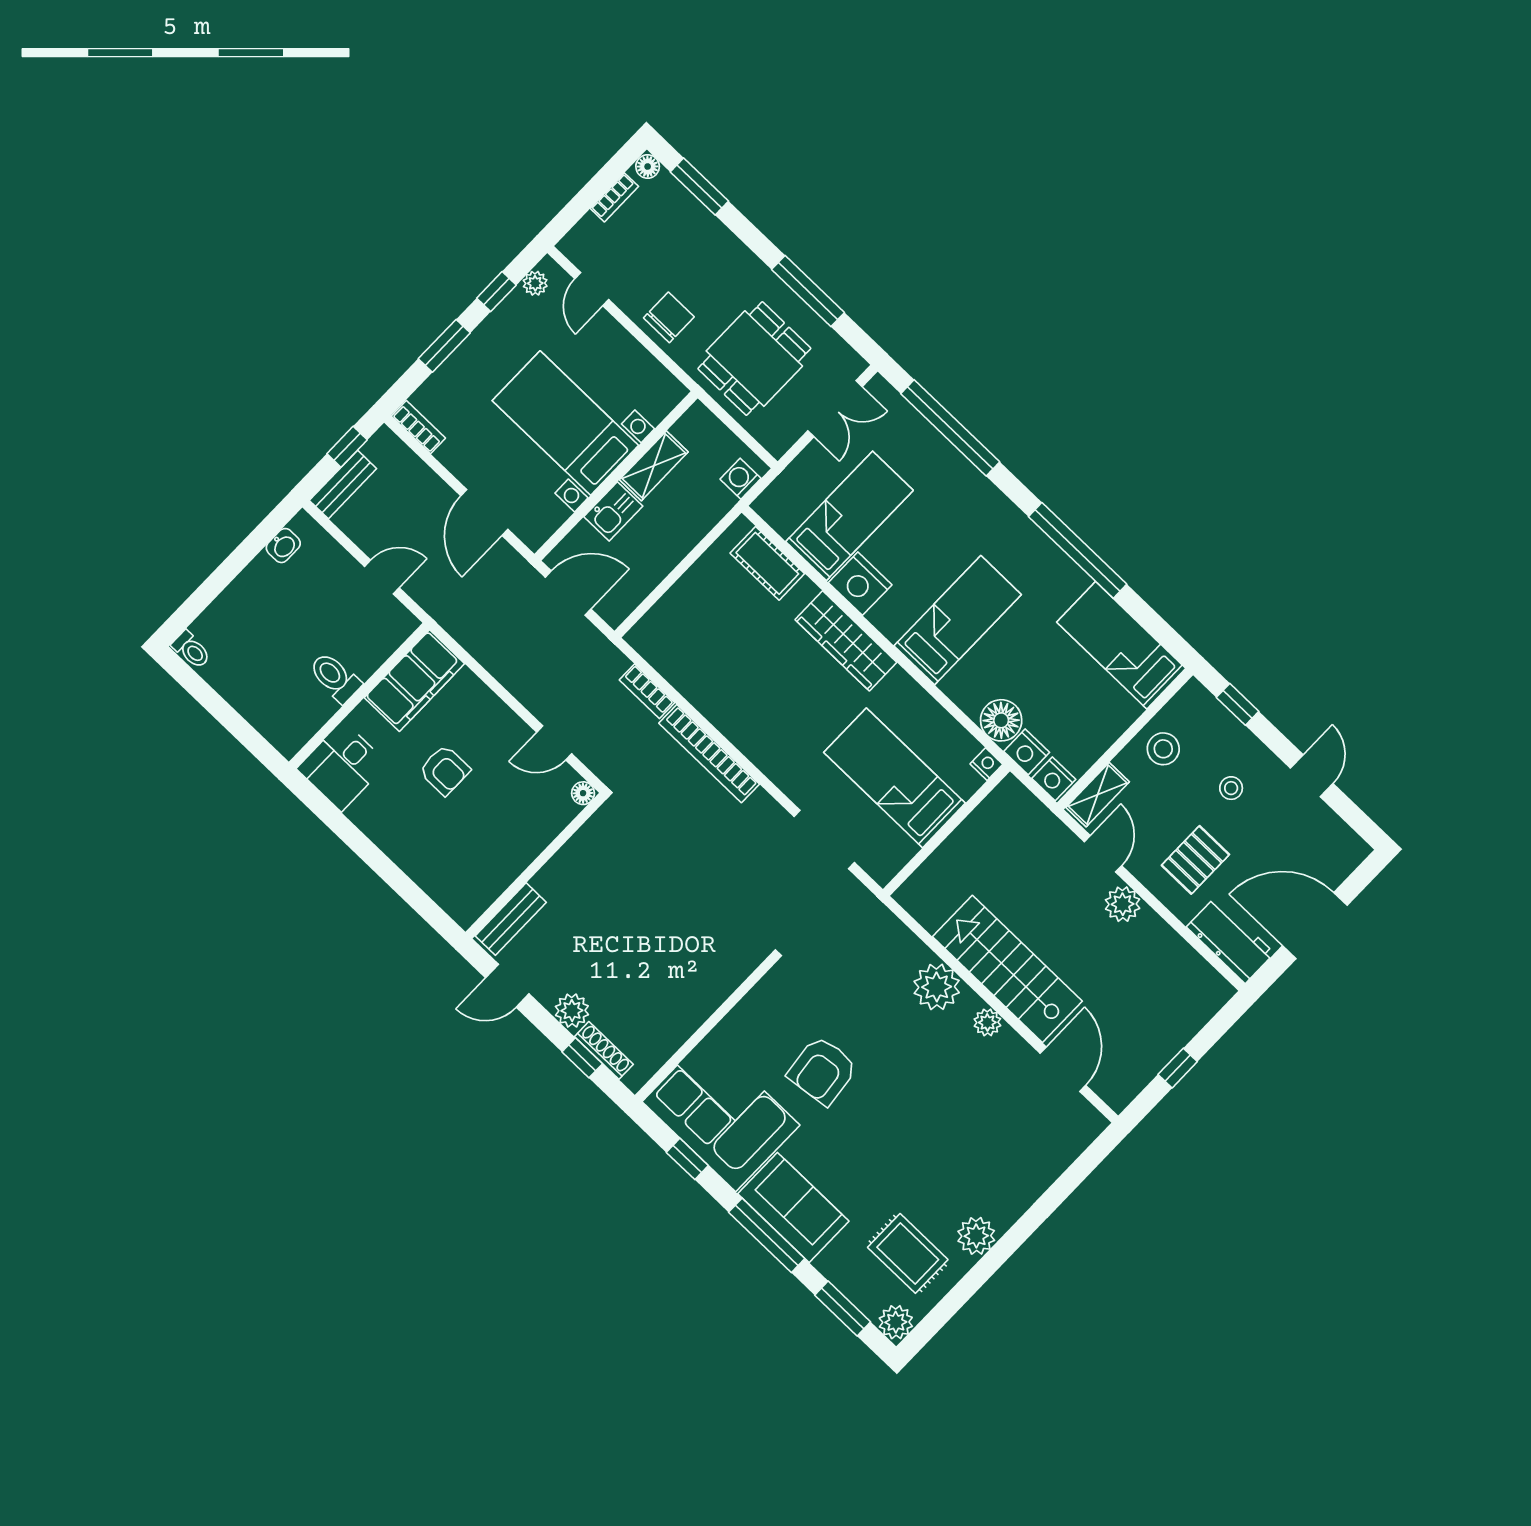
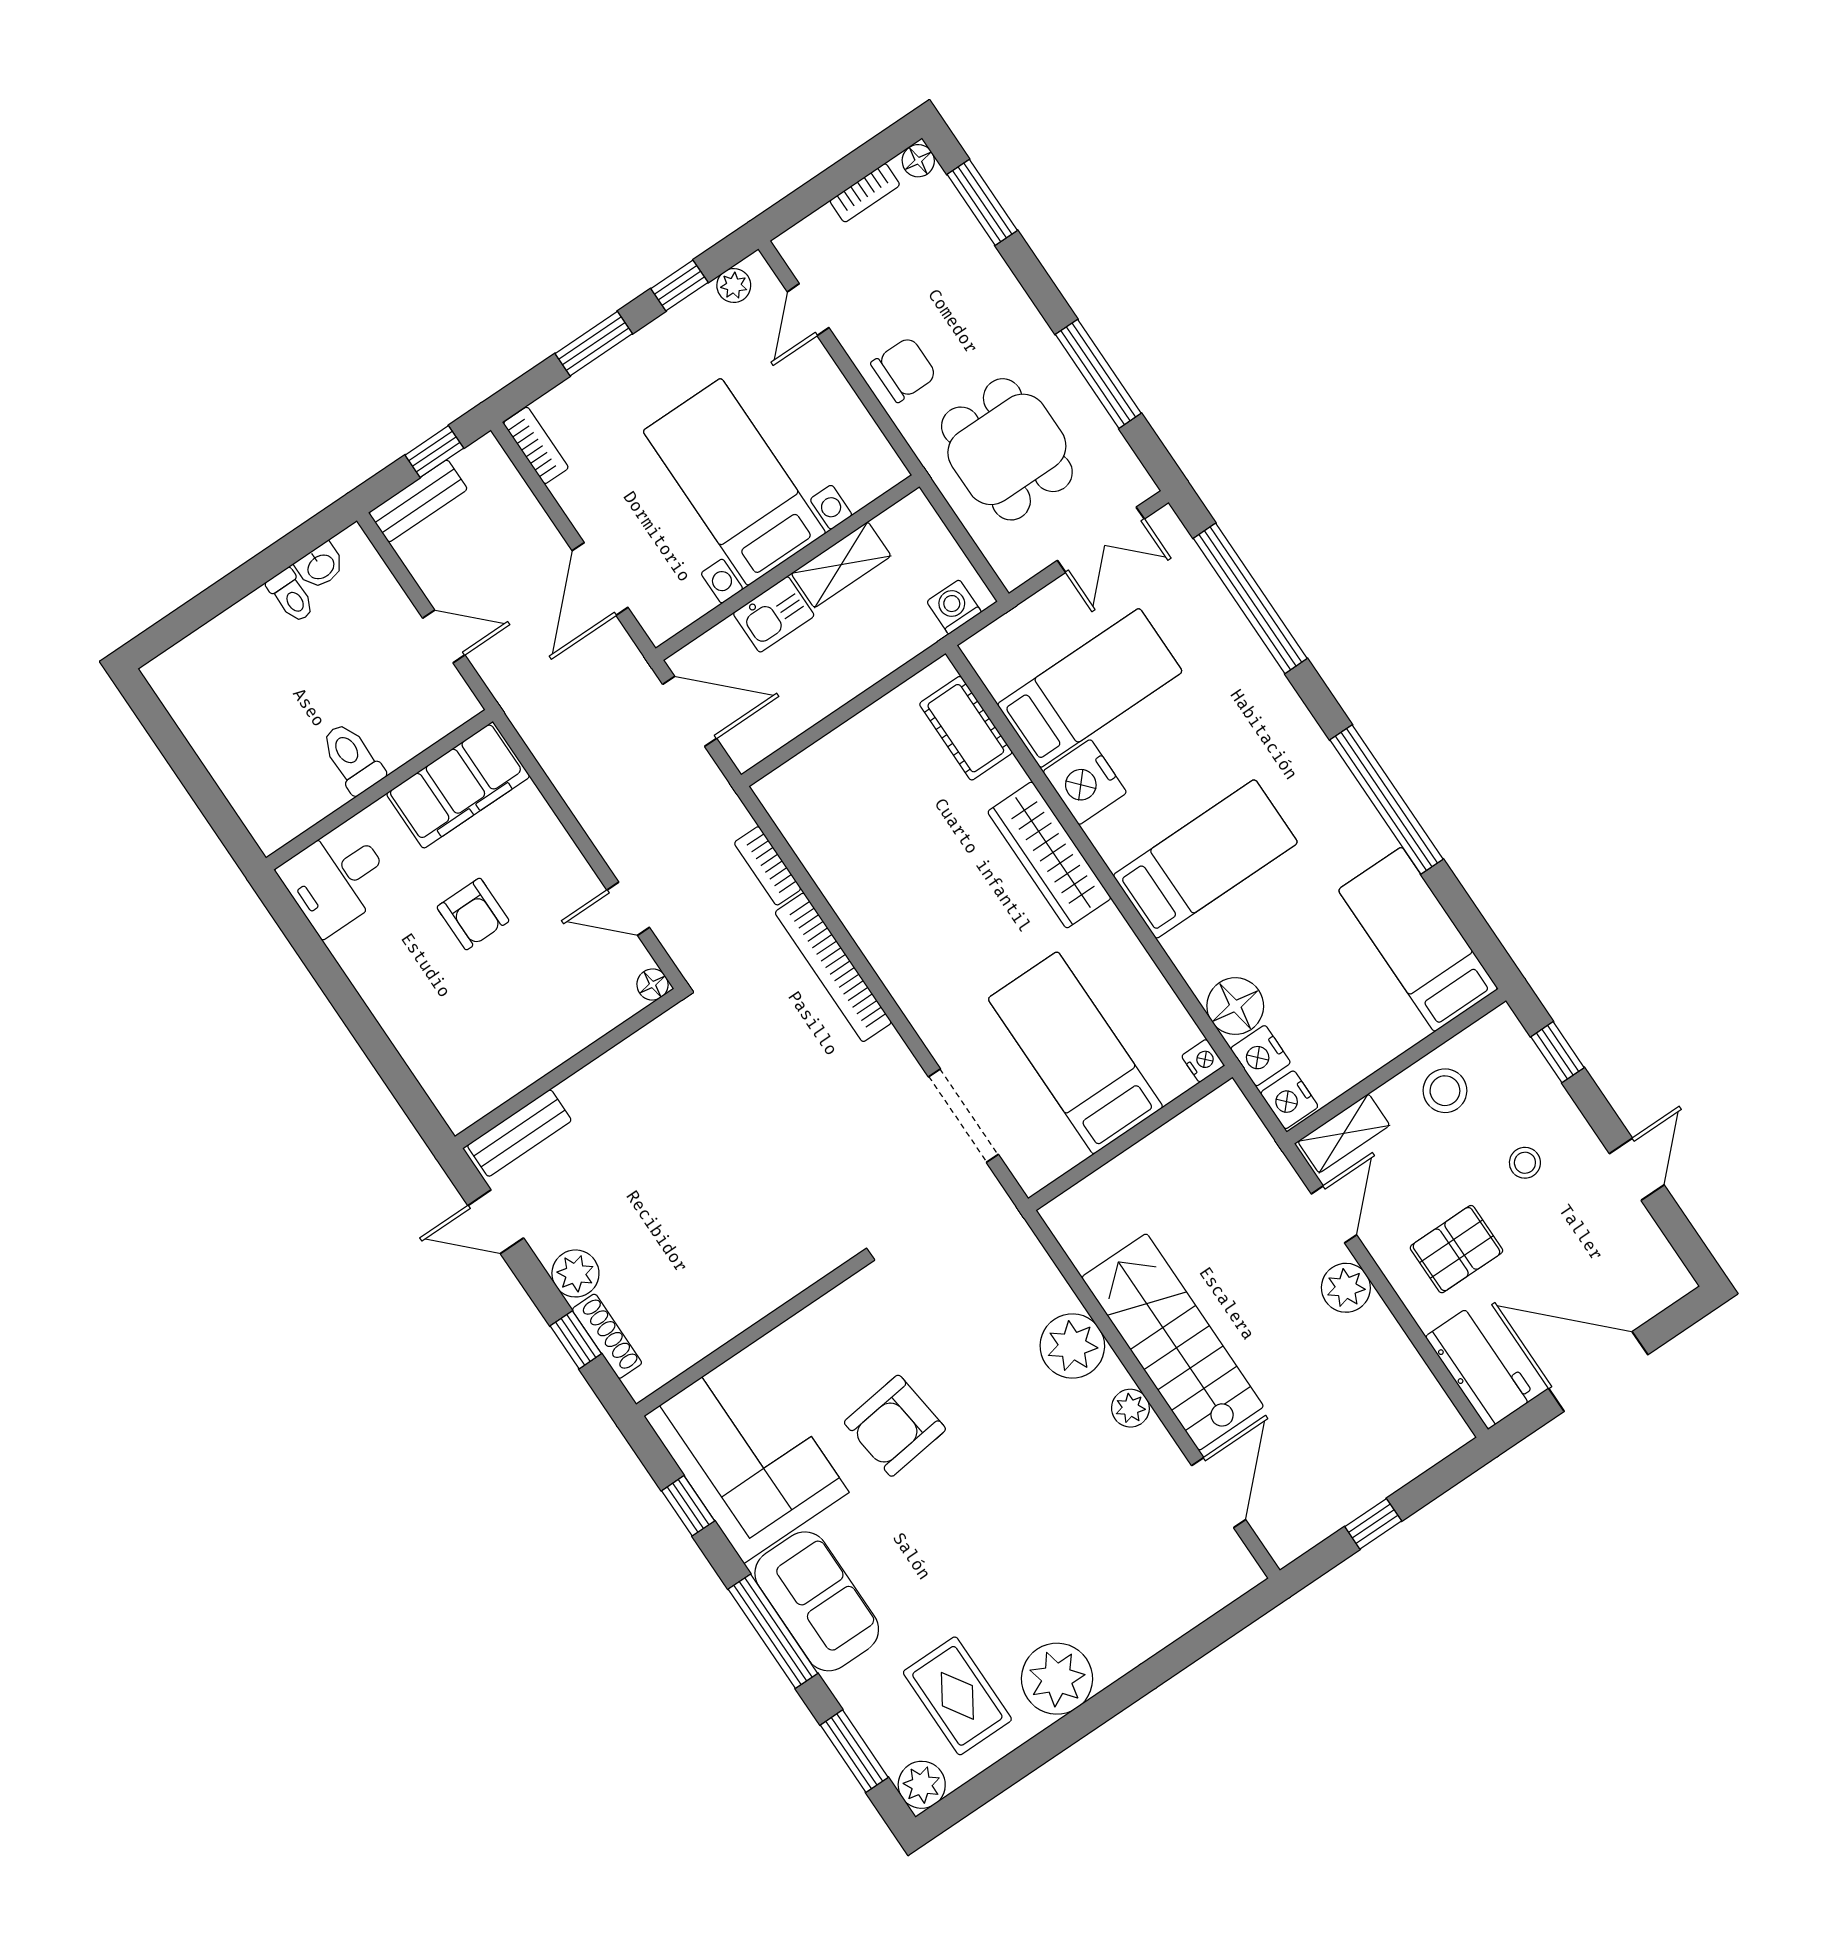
dining table: (754, 359) -> (1007, 449), turned 90
toilet: (191, 650) -> (291, 596), moved
plant: (976, 1236) -> (1057, 1679), width x1.36, depth x1.36

